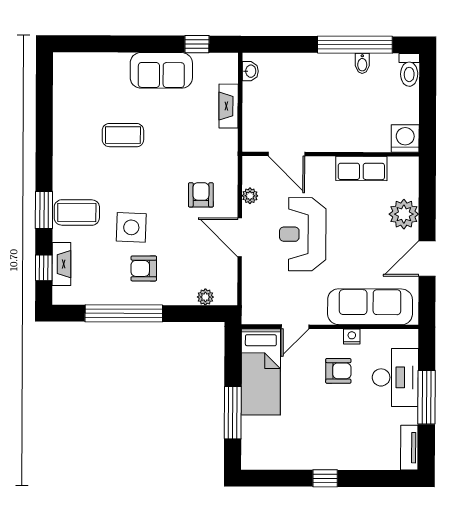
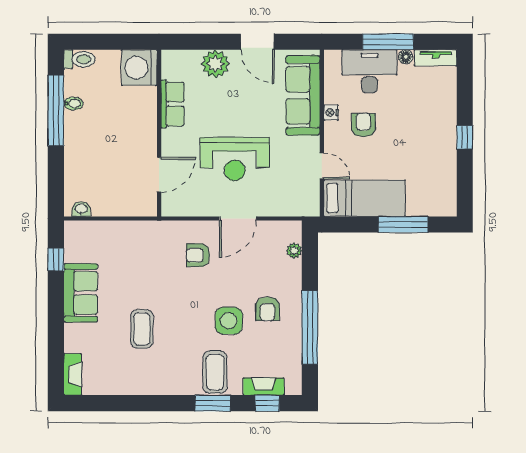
fireplace: (229, 106) -> (73, 374), moved, turned -90
washing machine: (405, 138) -> (139, 68), width x1.37, depth x1.37
plant: (250, 196) -> (199, 209), removed
floor lamp: (410, 416) -> (406, 57), added

